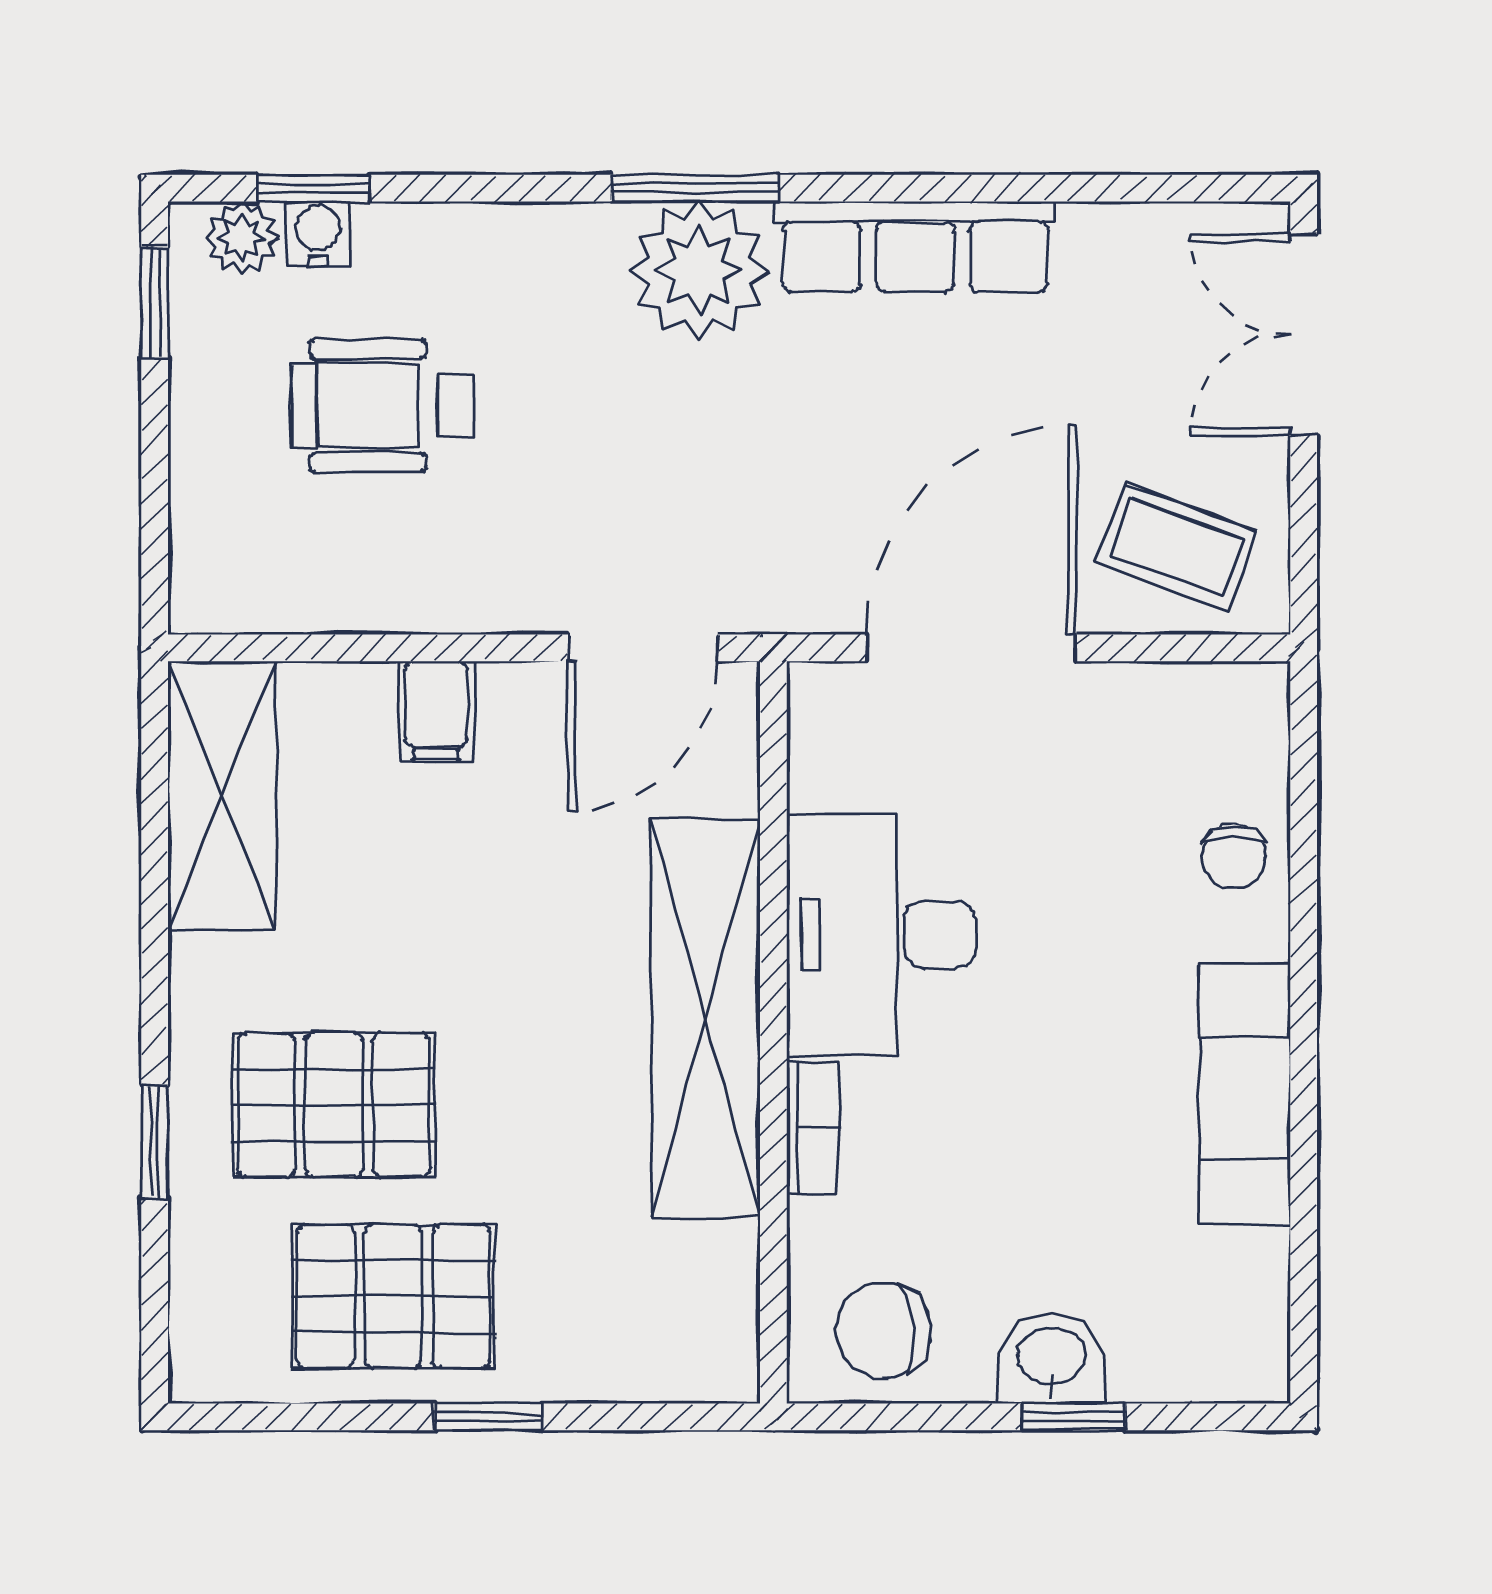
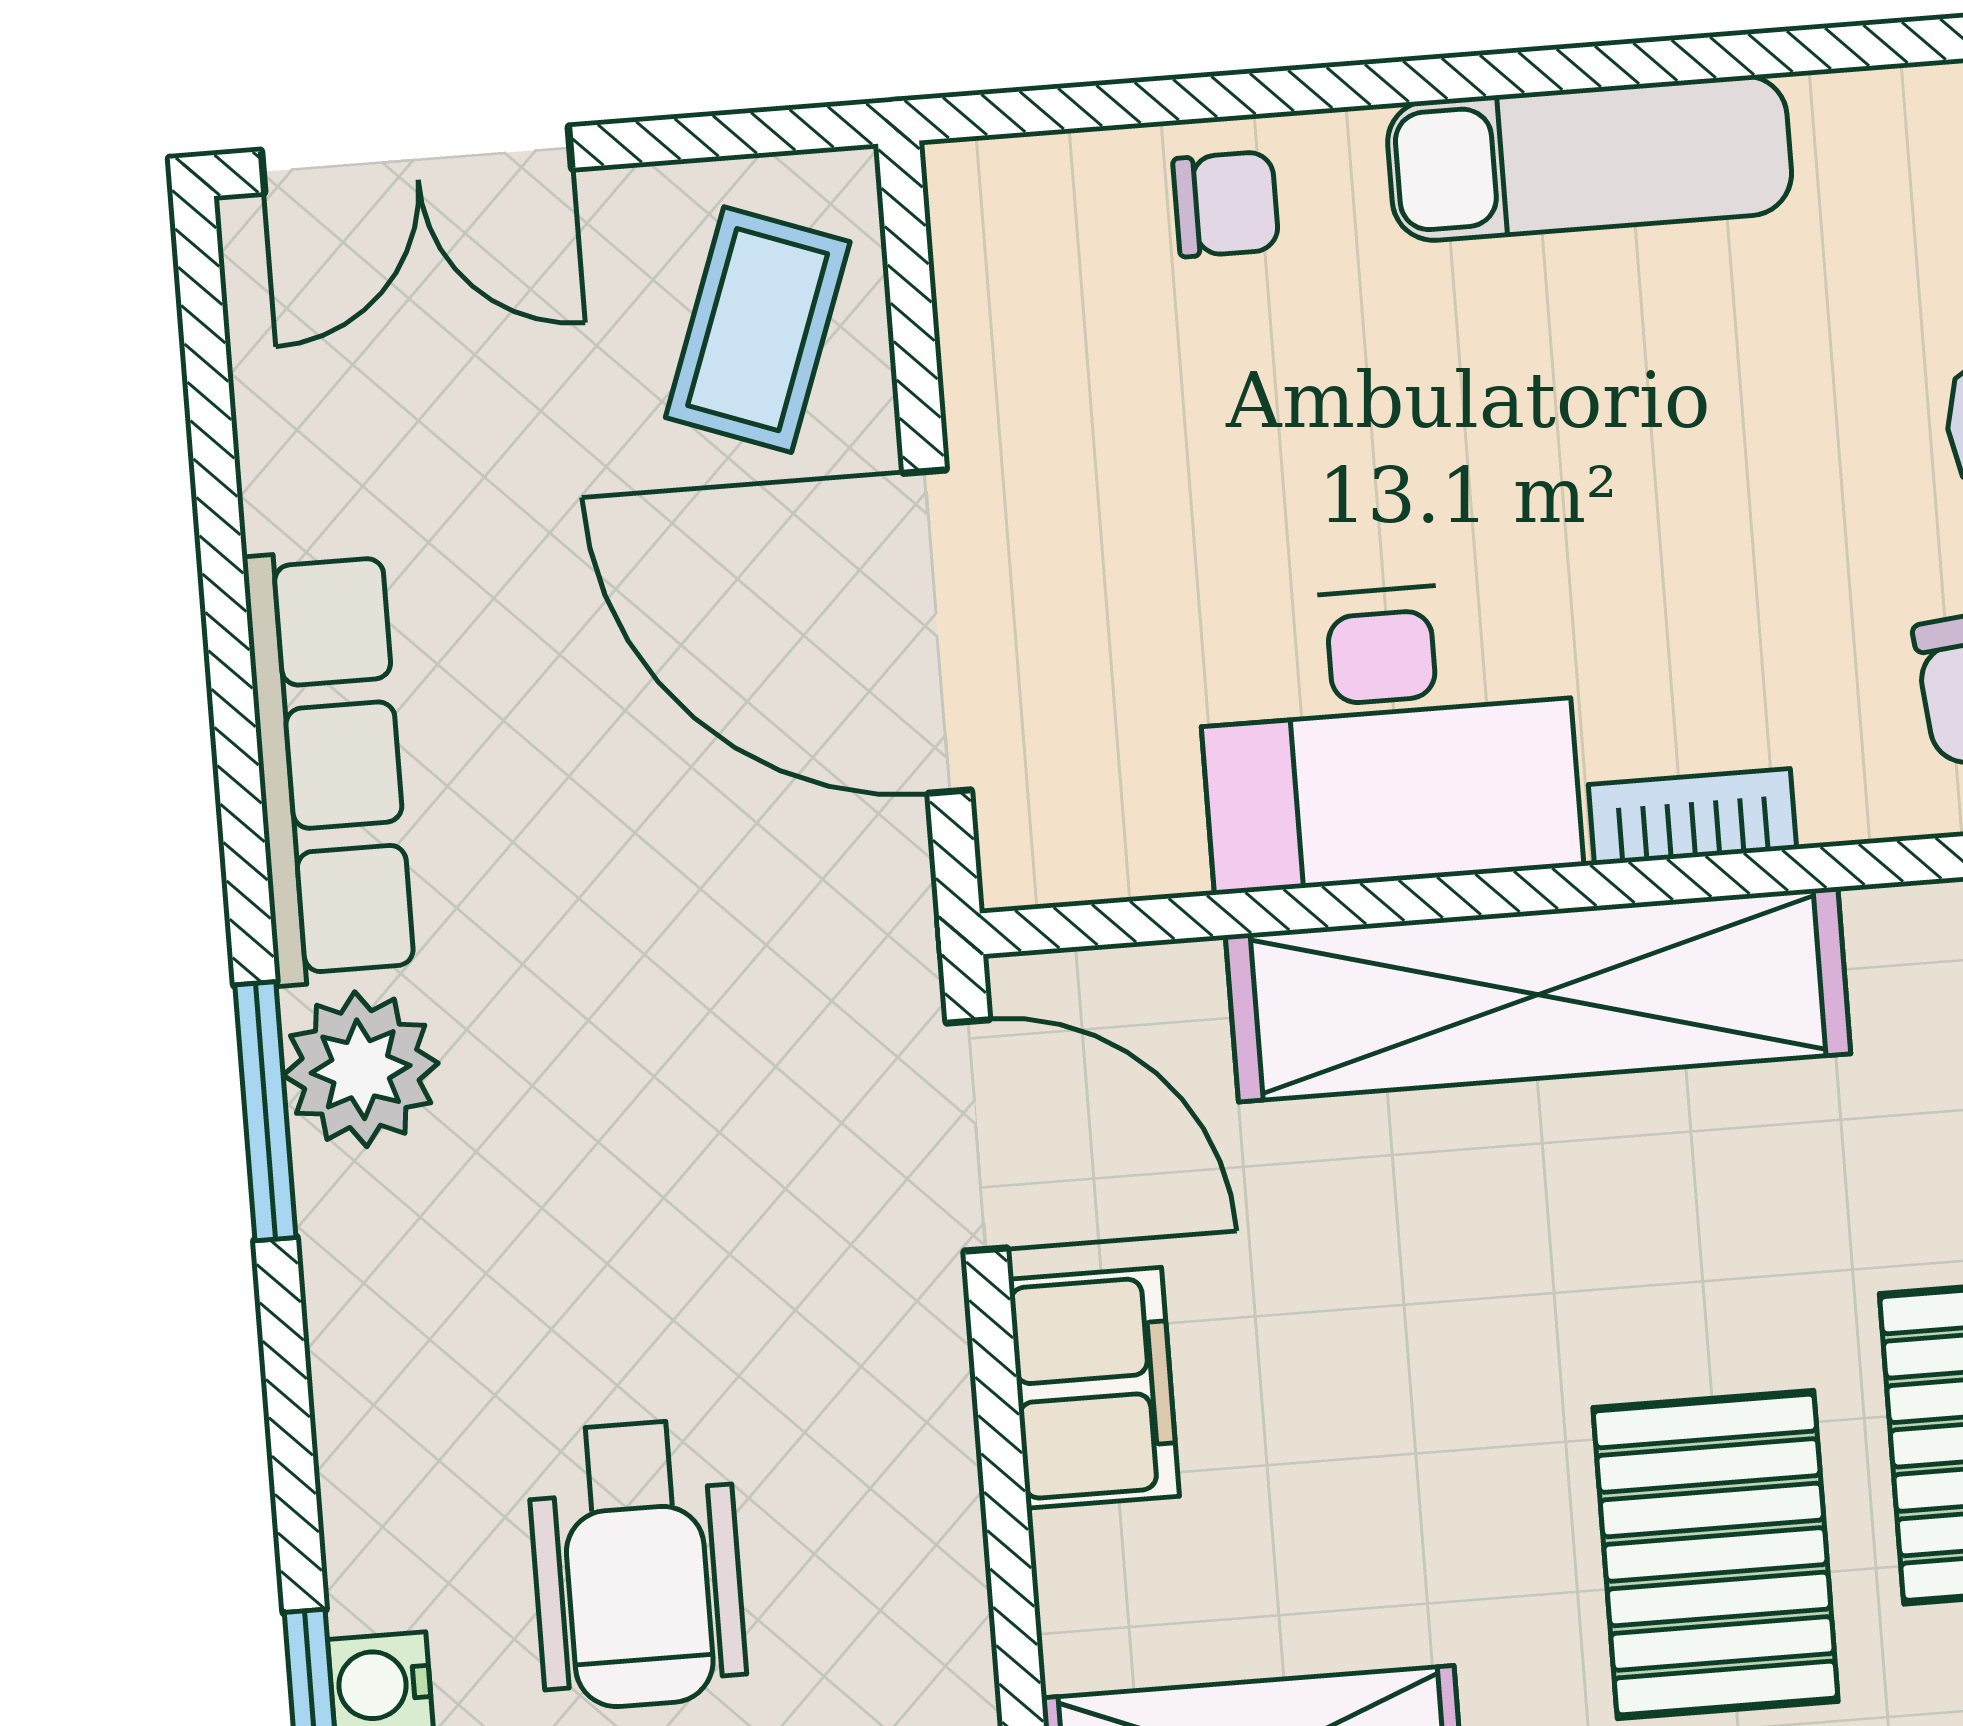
plant: (699, 270) -> (361, 1069), width x0.73, depth x0.73
filing cabinet: (436, 711) -> (1094, 1388), width x2.00

